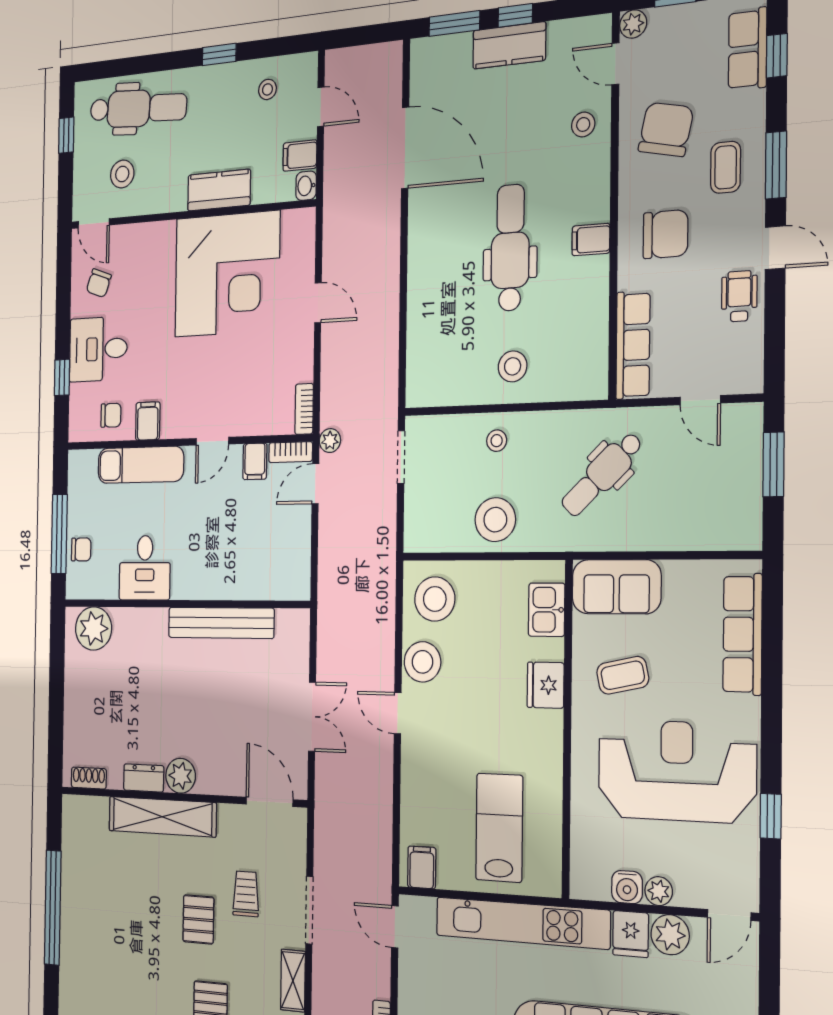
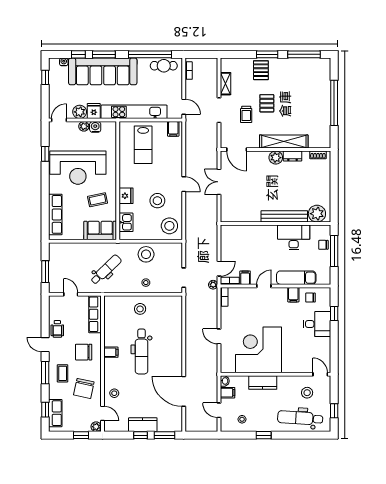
chair: (99, 283) -> (317, 350), removed
desk: (145, 568) -> (294, 237), width x1.37
bench: (221, 623) -> (284, 216), moved
stool: (422, 662) -> (157, 201), moved

